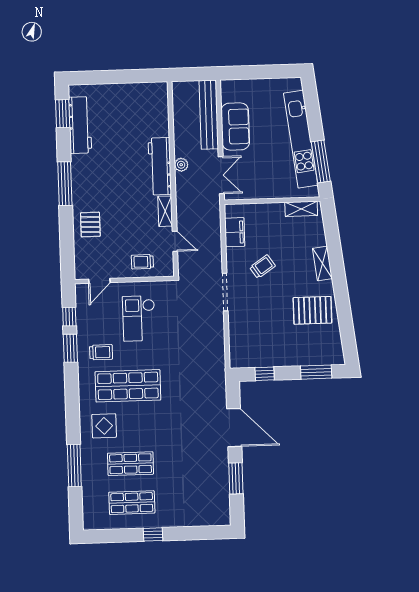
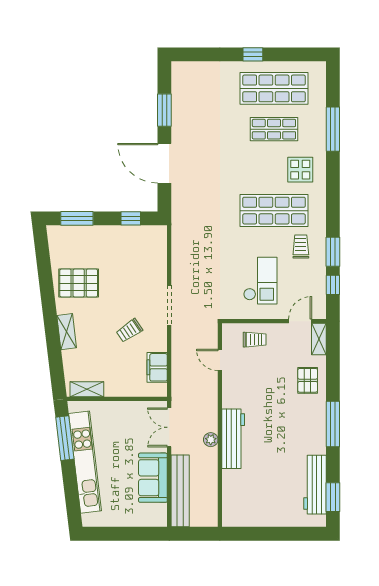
shelving: (165, 211) -> (319, 339), moved
trolley: (101, 352) -> (301, 247), turned 90
shop shelf: (132, 503) -> (274, 88), width x1.43, depth x1.36

